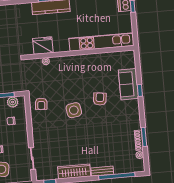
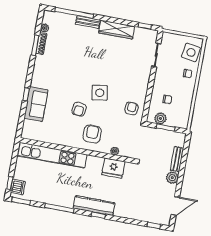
armchair: (70, 71) -> (92, 134), added
armchair: (100, 99) -> (79, 109), moved

